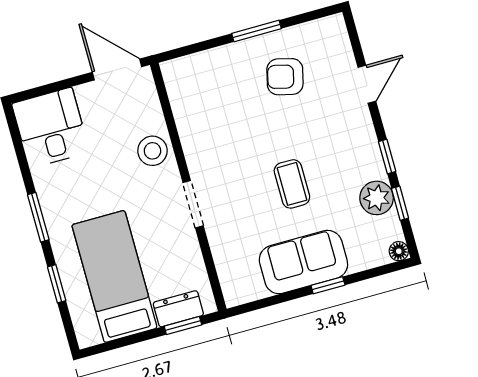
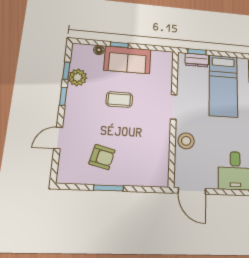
coffee table: (292, 184) -> (119, 100), turned 90
floor lamp: (399, 251) -> (99, 50), moved

